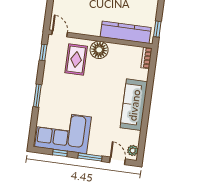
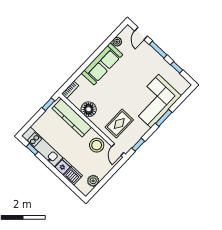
stool: (83, 23) -> (97, 145), added
floor lamp: (99, 50) -> (89, 109), moved
corner sofa: (63, 132) -> (155, 101), moved, turned 90
plant: (133, 151) -> (117, 42), moved

